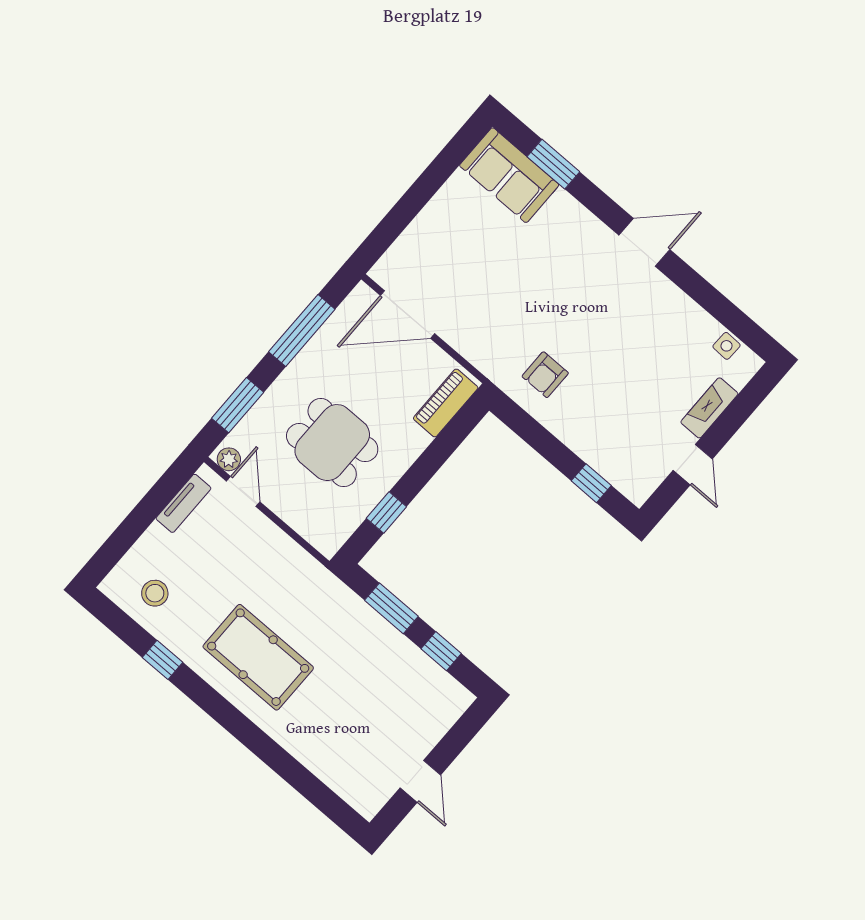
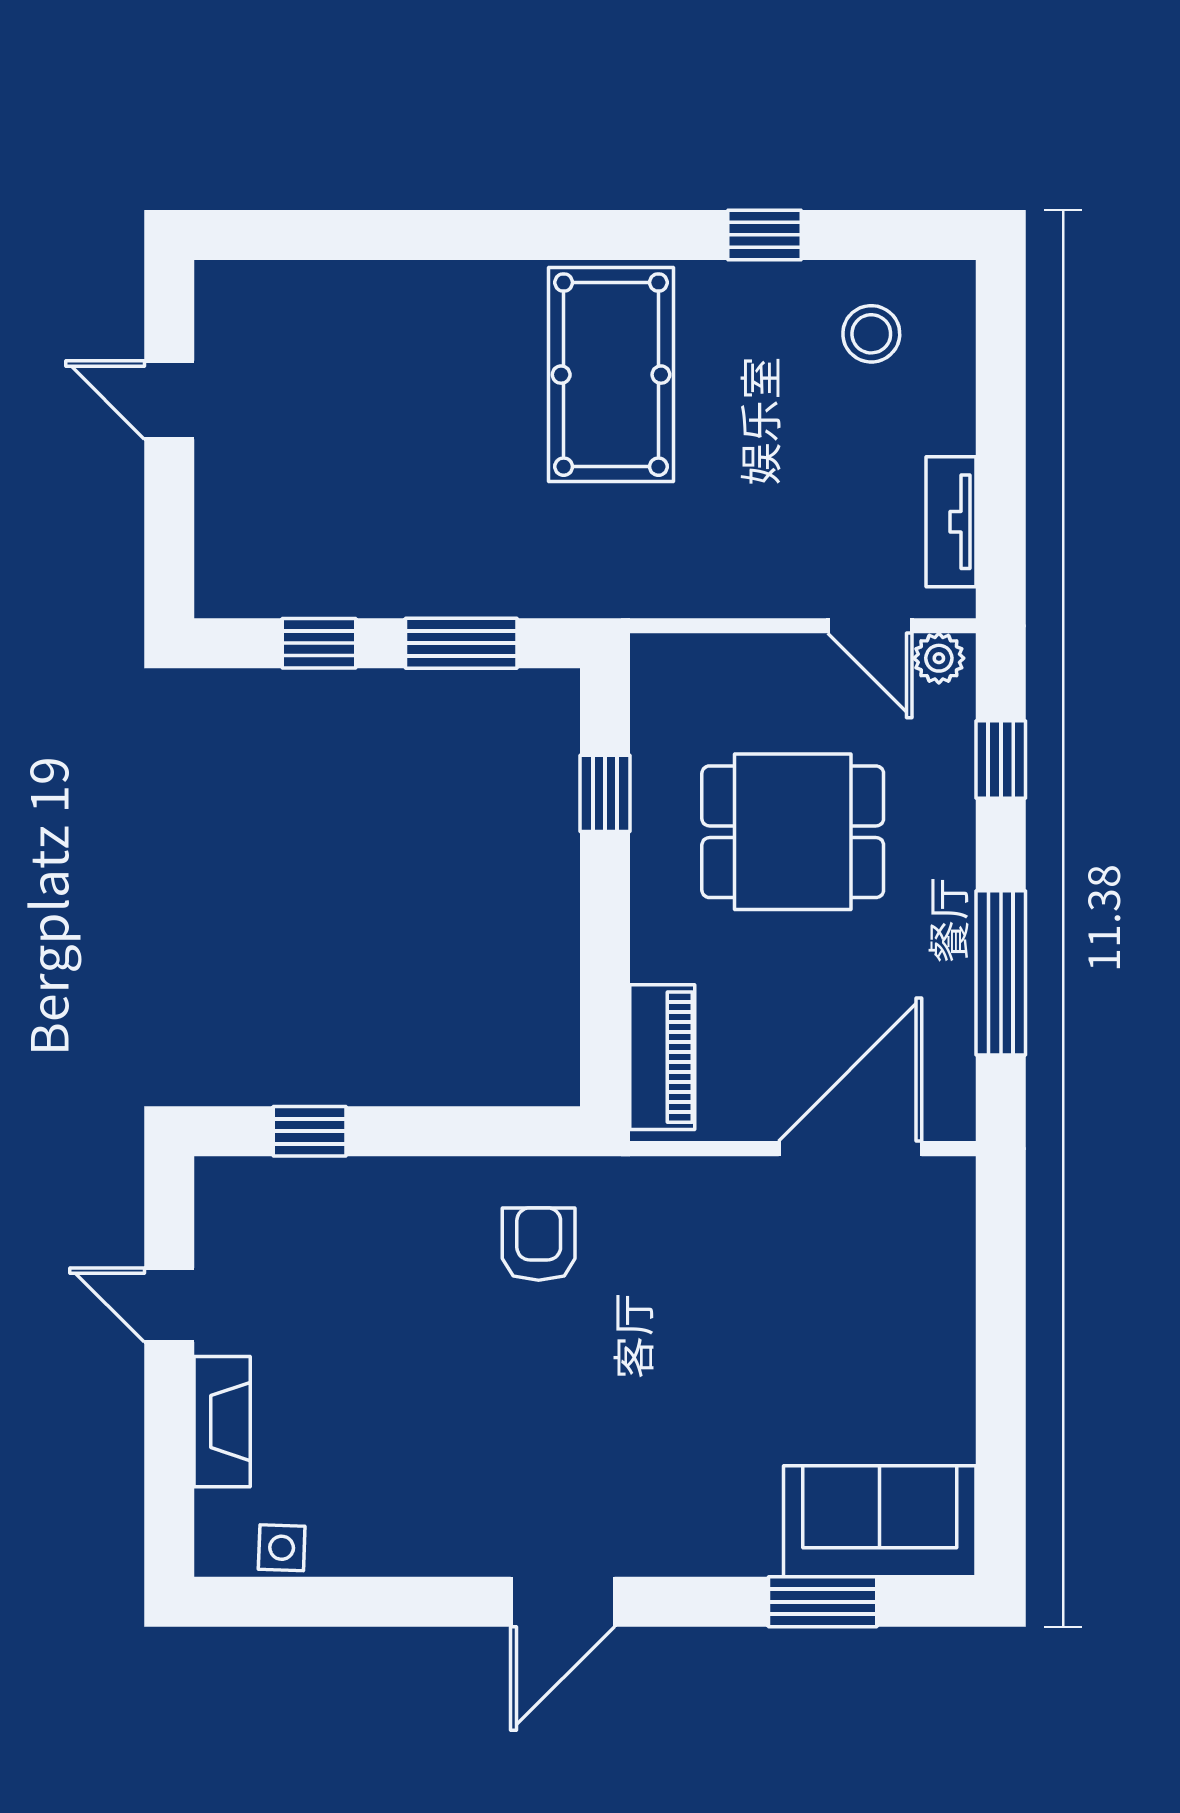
window: (238, 405) -> (1001, 760), width x0.67
pool table: (258, 657) -> (611, 375), turned 90

